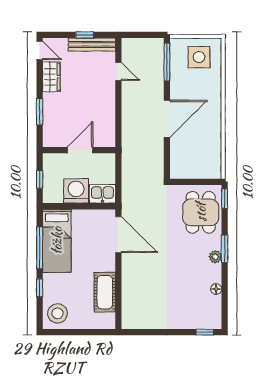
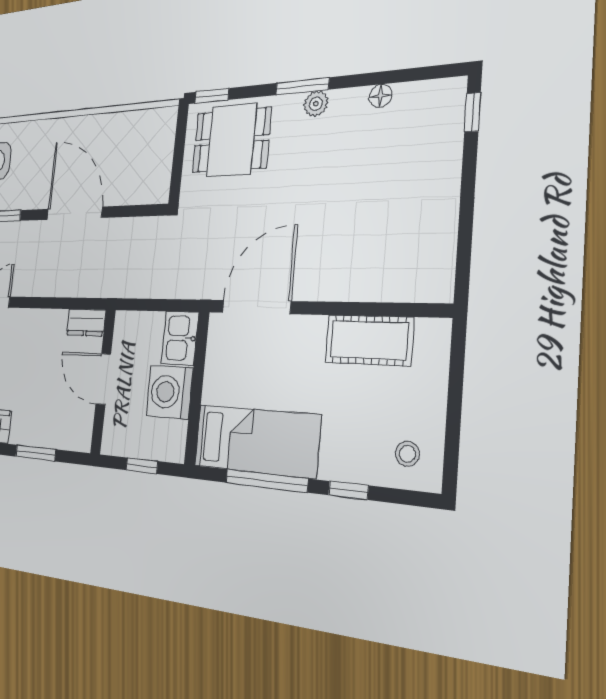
dresser: (109, 135) -> (86, 323), added
stool: (57, 313) -> (407, 454), width x0.53, depth x0.53

